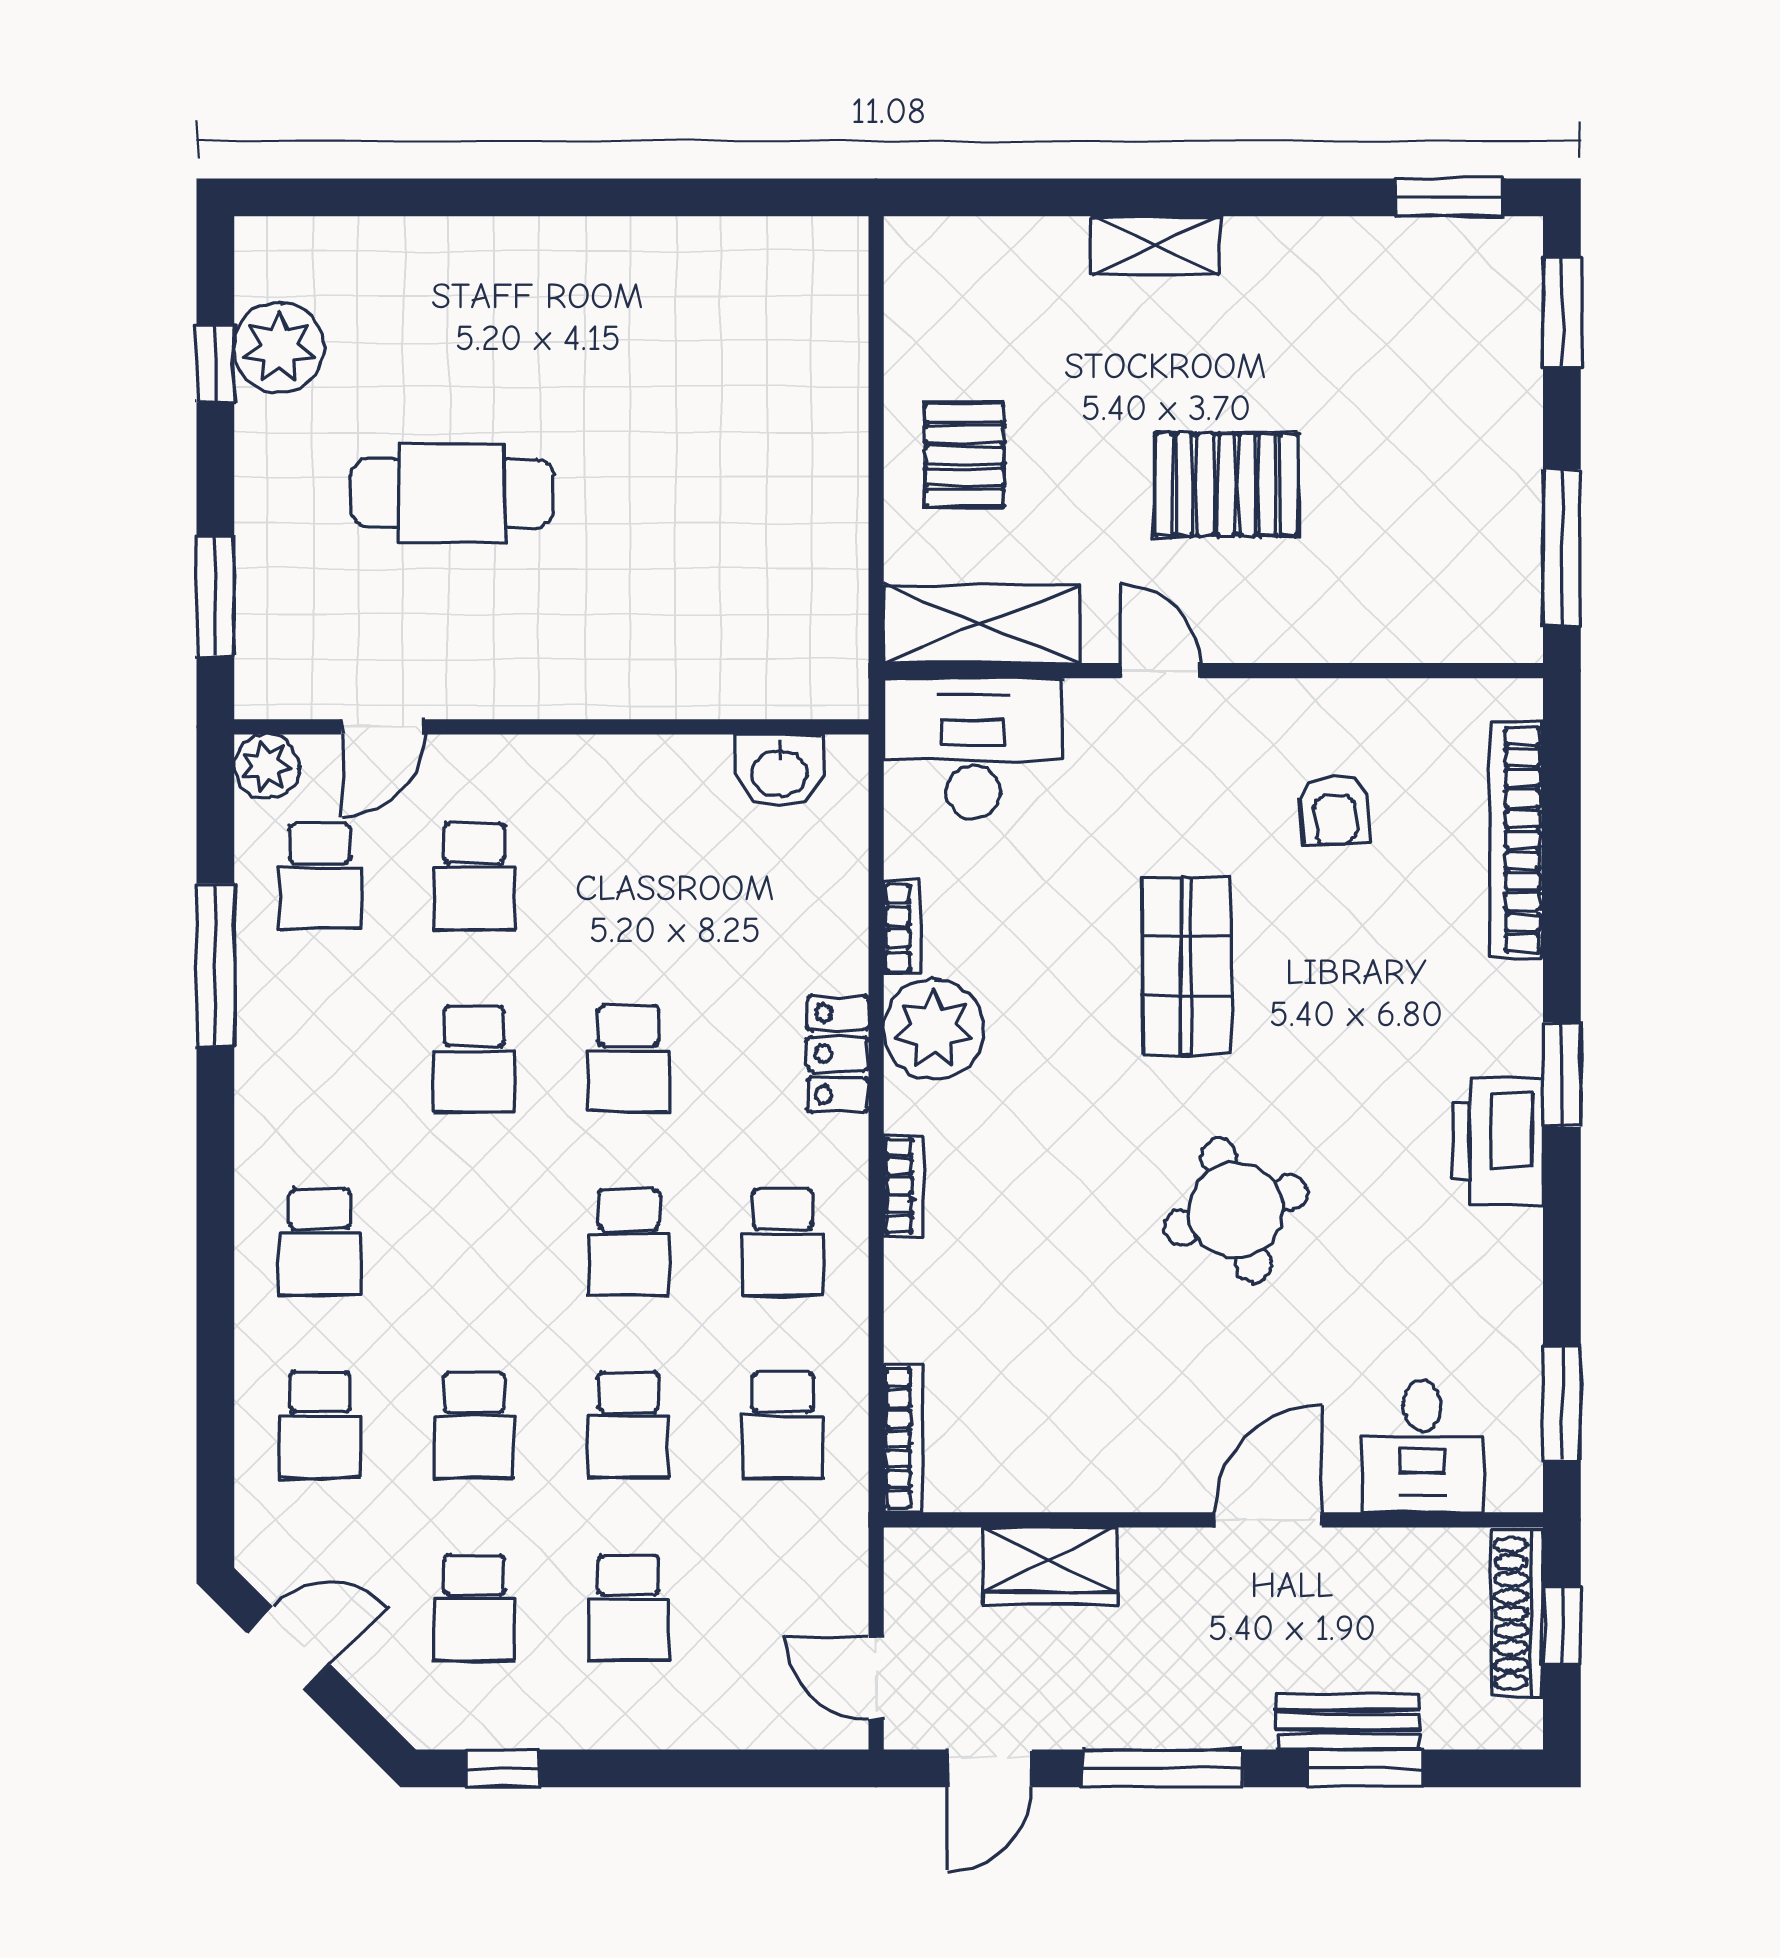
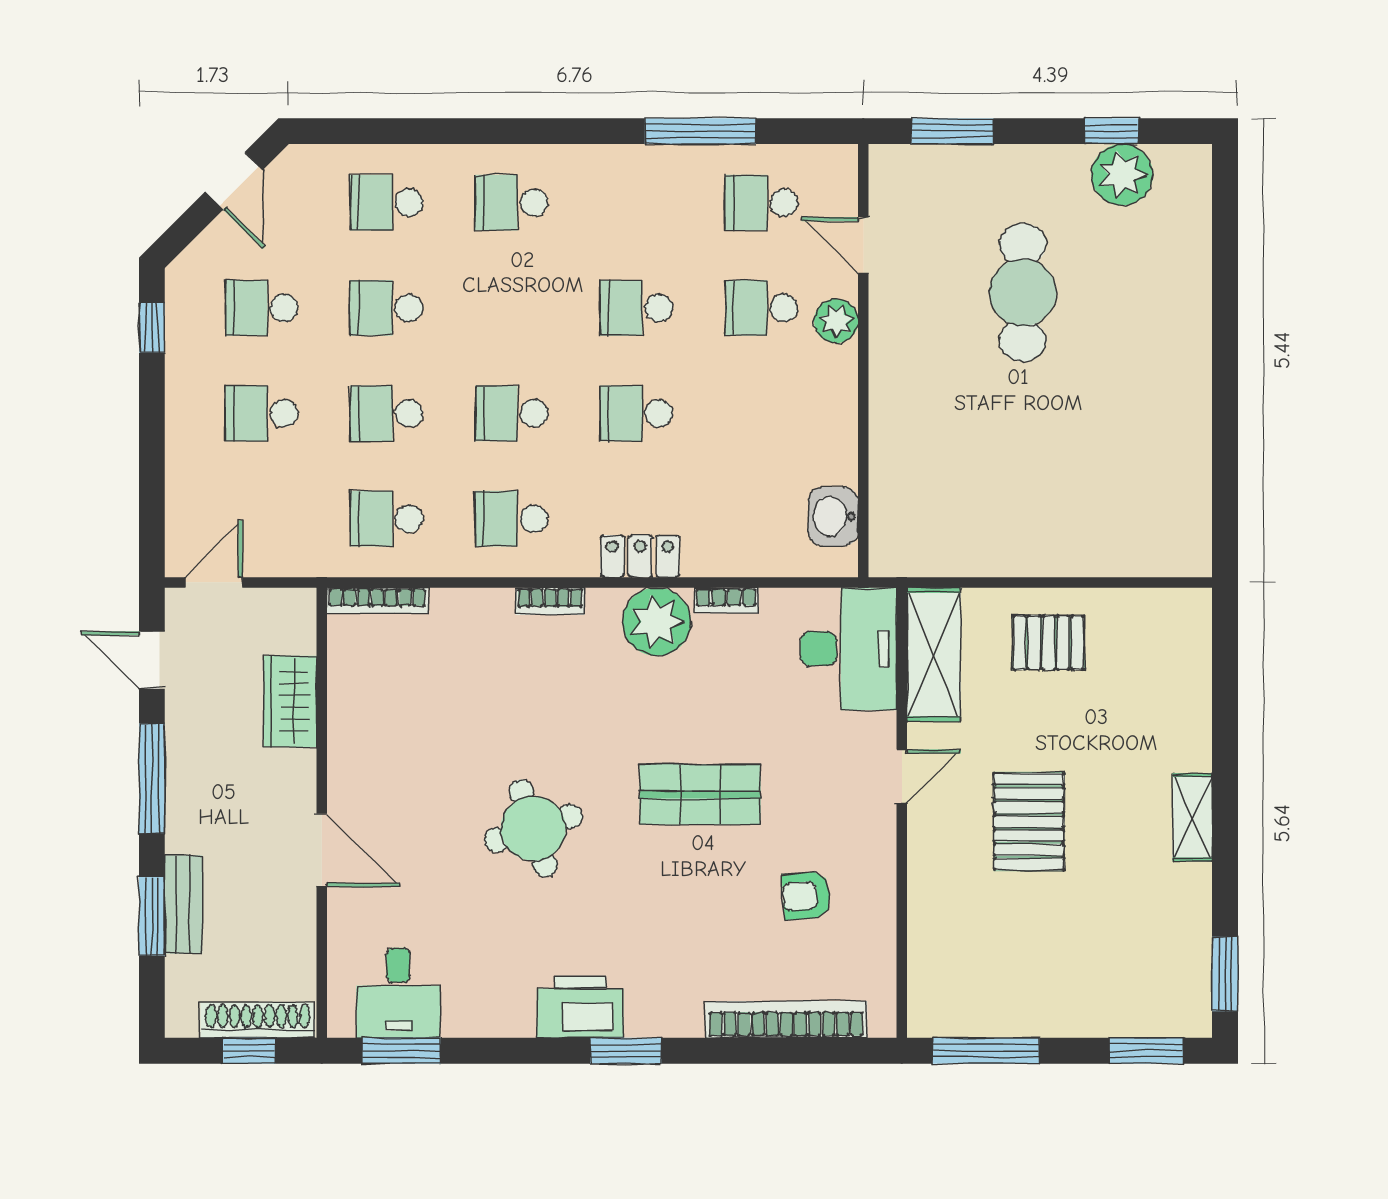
shelving: (1155, 245) -> (1192, 817), moved
plant: (267, 767) -> (836, 321), moved
desk: (1422, 1446) -> (398, 993), moved, turned -90

